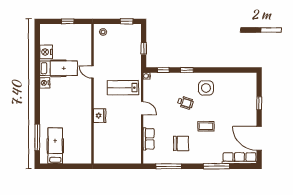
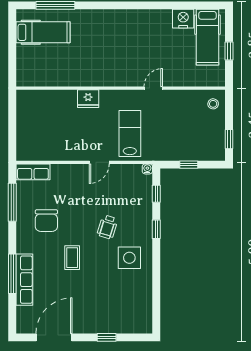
hospital bed: (58, 68) -> (207, 37), moved
nightstand: (45, 83) -> (137, 17), removed
row of seats: (149, 139) -> (33, 172), moved
row of seats: (240, 158) -> (24, 280), moved

